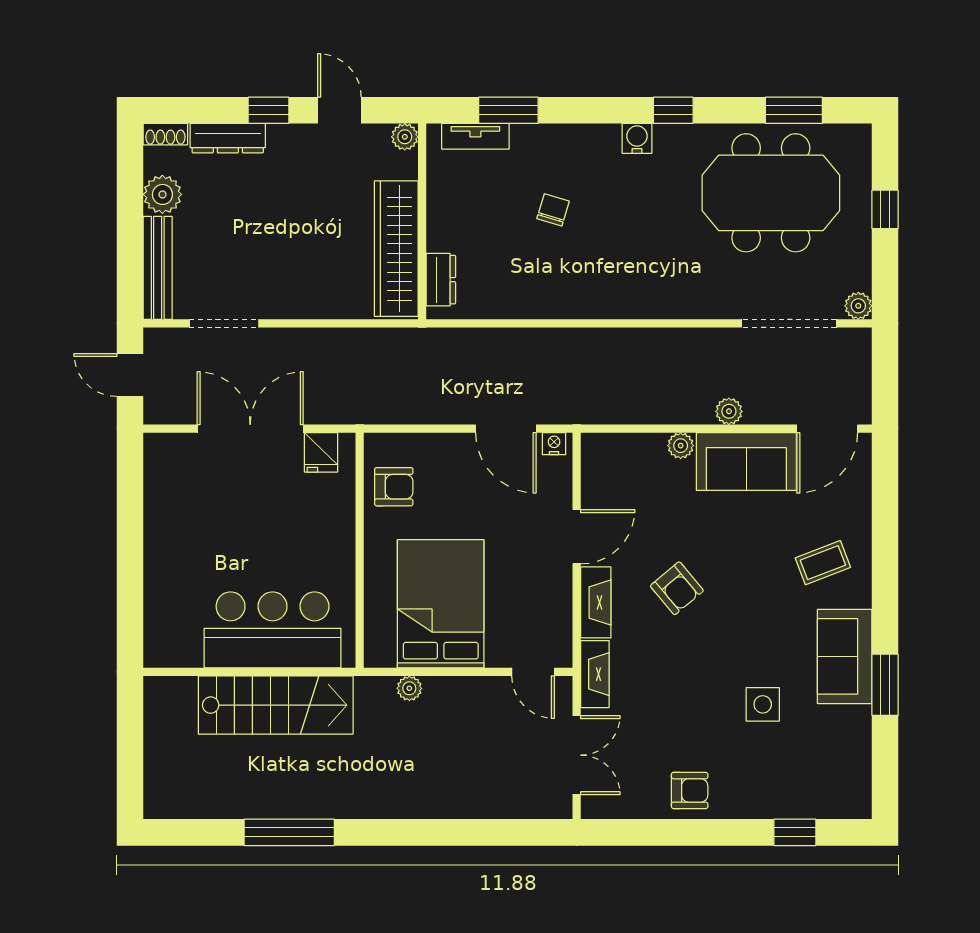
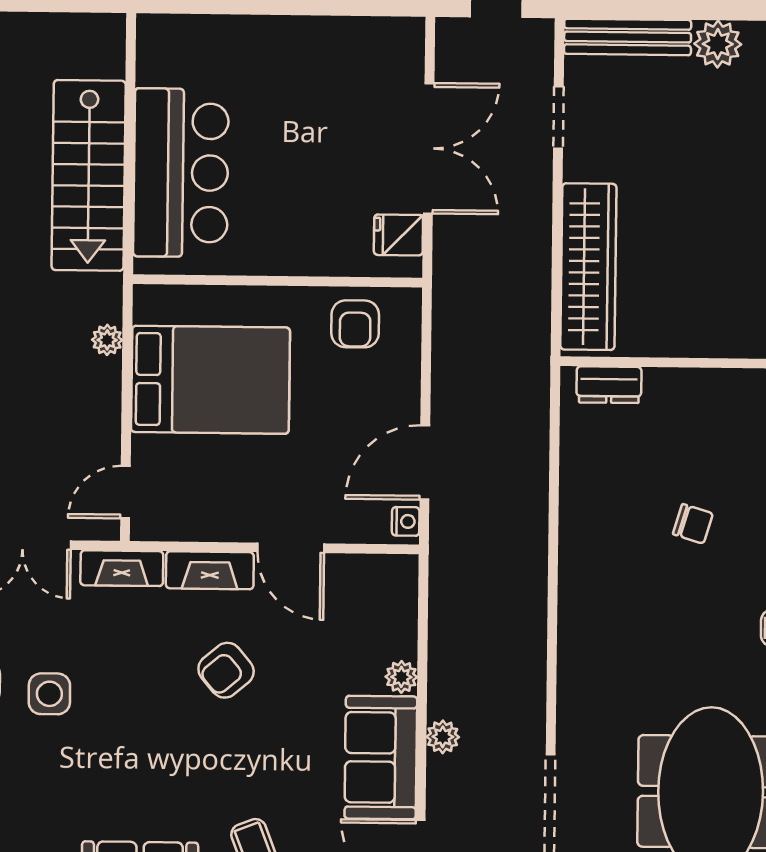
wardrobe: (396, 249) -> (588, 267), moved, turned 90
doorway: (224, 323) -> (558, 118), width x0.73
side table: (763, 704) -> (49, 694), moved

